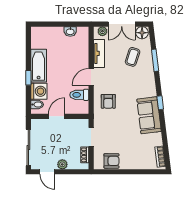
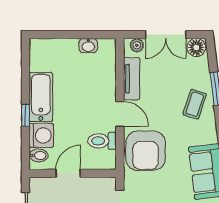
coffee table: (133, 57) -> (195, 104), moved
door: (91, 77) -> (120, 114), swing flipped
armchair: (108, 101) -> (146, 151), width x1.88, depth x1.88

